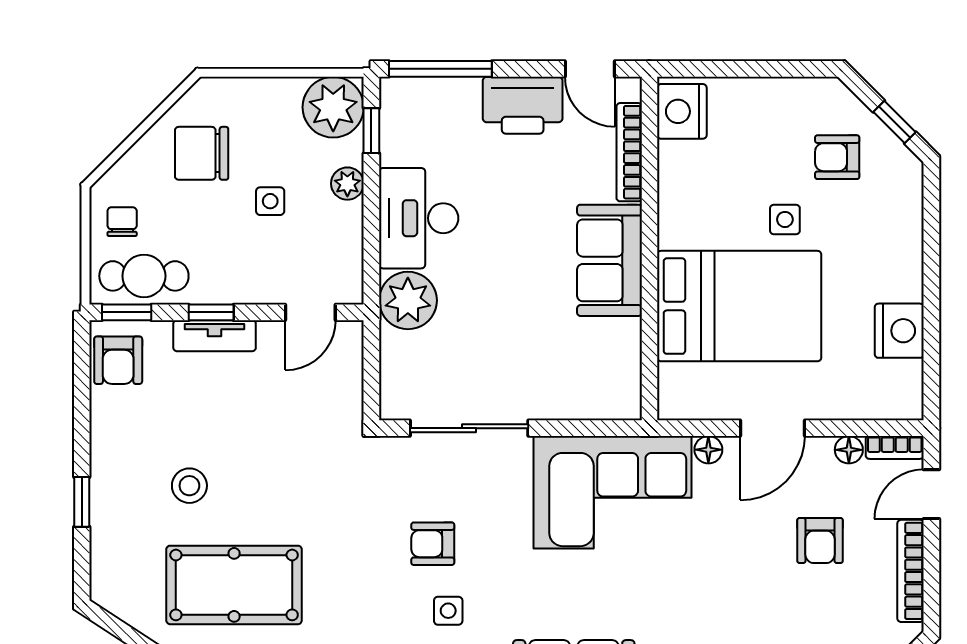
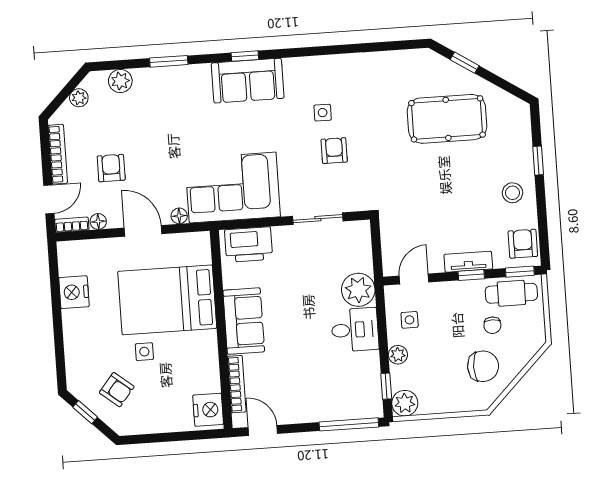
printer: (523, 105) -> (249, 245), moved, turned 180
plant: (333, 107) -> (405, 403), width x0.73, depth x0.73
armchair: (837, 157) -> (117, 390), turned 39
side table: (270, 201) -> (410, 320), moved
desk: (419, 218) -> (355, 330), width x0.73
chair: (122, 222) -> (492, 325), moved
sliding door: (469, 428) -> (318, 219), width x0.73
door: (773, 428) -> (143, 231), hinge flipped
stool: (189, 486) -> (513, 193), moved
armchair: (433, 544) -> (334, 151), turned -90

